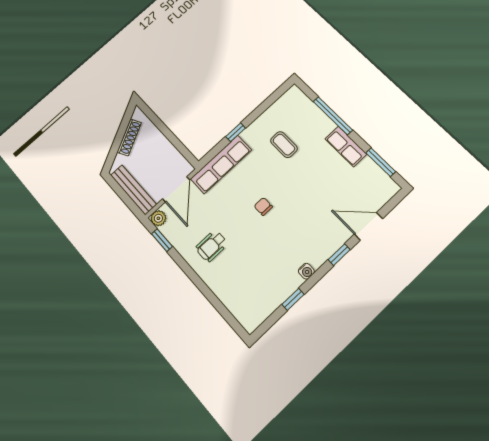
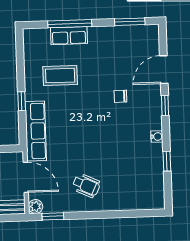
coffee table: (284, 145) -> (60, 76), width x1.36, depth x1.30
row of seats: (346, 146) -> (69, 36), moved
chair: (263, 206) -> (120, 96), moved
wheelchair: (212, 246) -> (86, 186), turned -65

